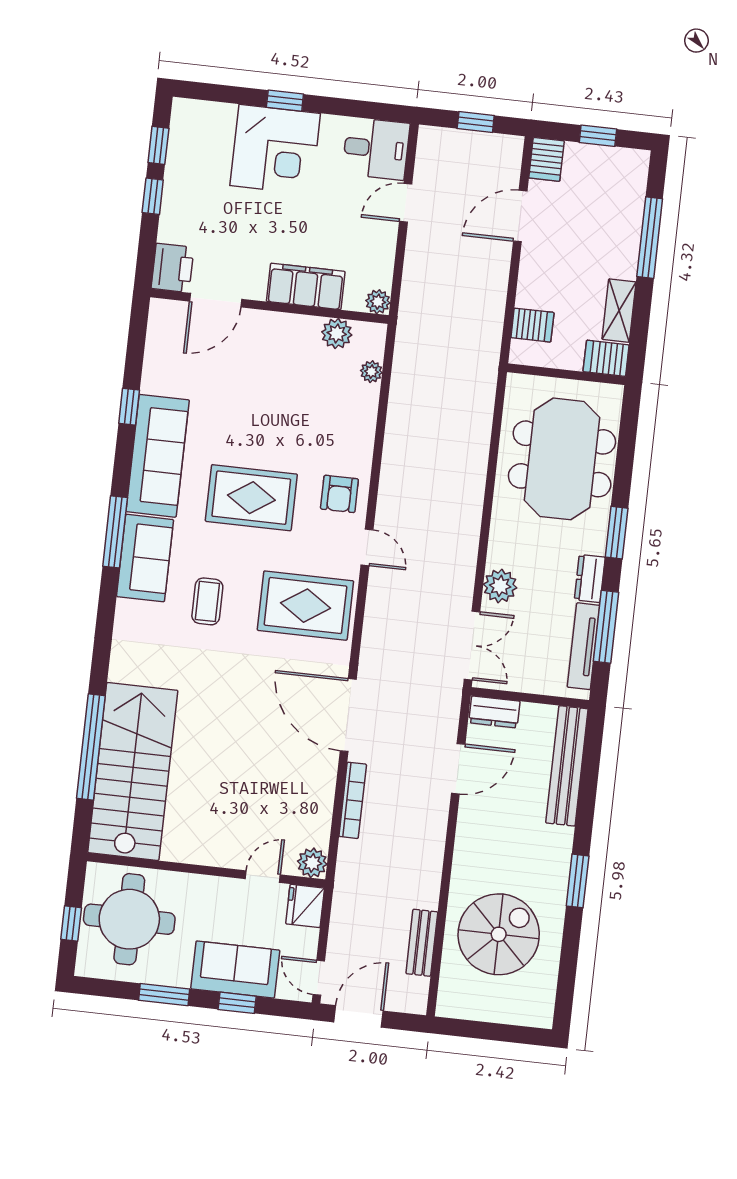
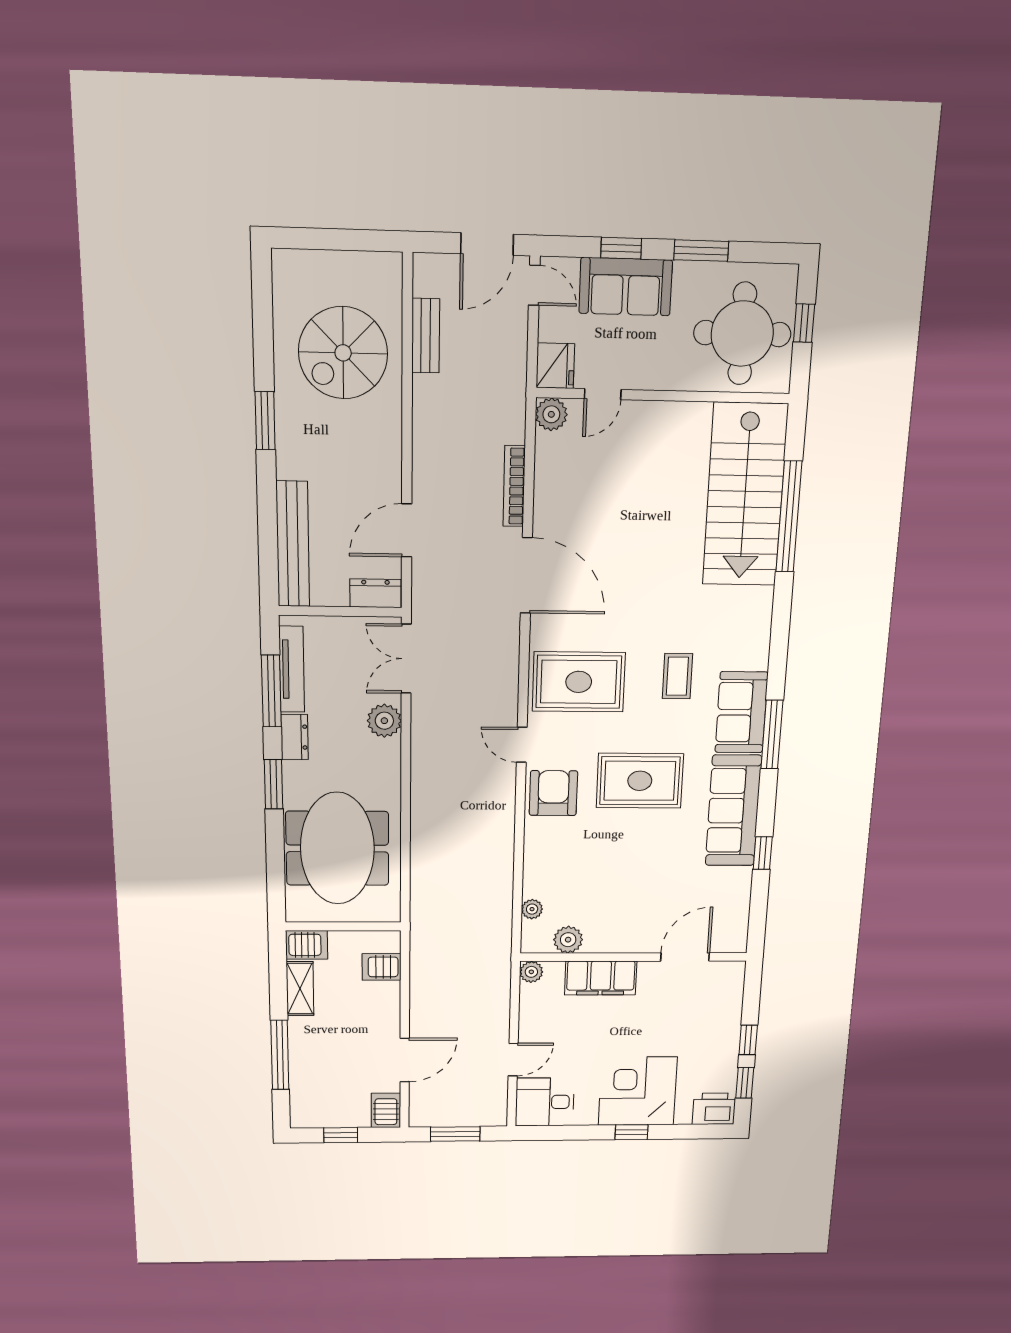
window: (476, 122) -> (455, 1134), width x1.50
printer: (172, 268) -> (714, 1109), moved, turned 90
armchair: (339, 494) -> (553, 793), width x1.38, depth x1.38

